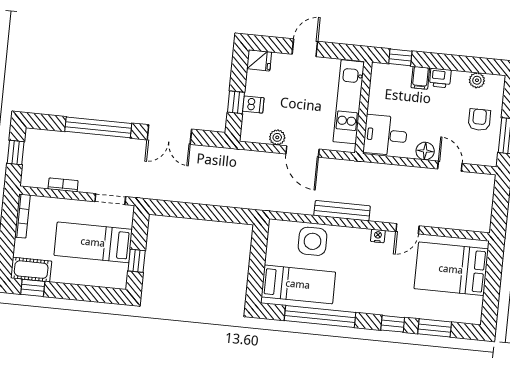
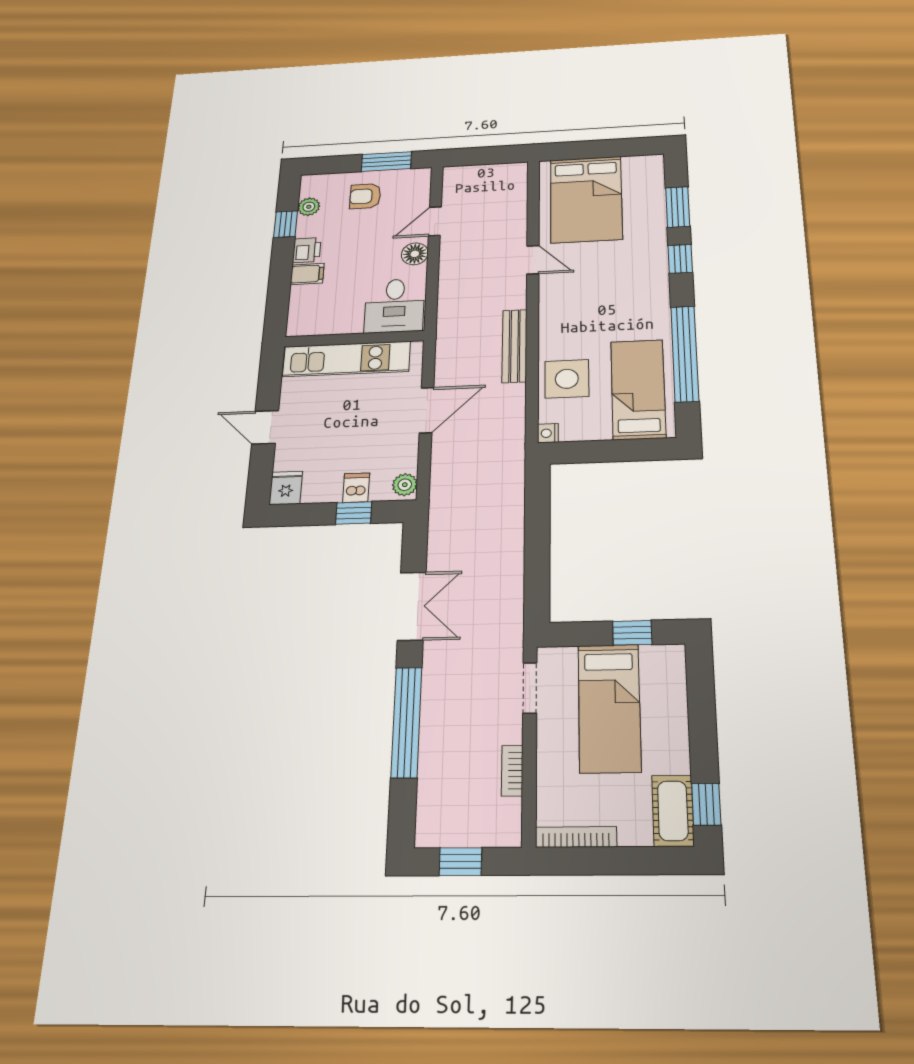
window: (400, 57) -> (286, 224), moved
plant: (277, 137) -> (405, 485), moved
nightstand: (378, 236) -> (548, 433), moved

